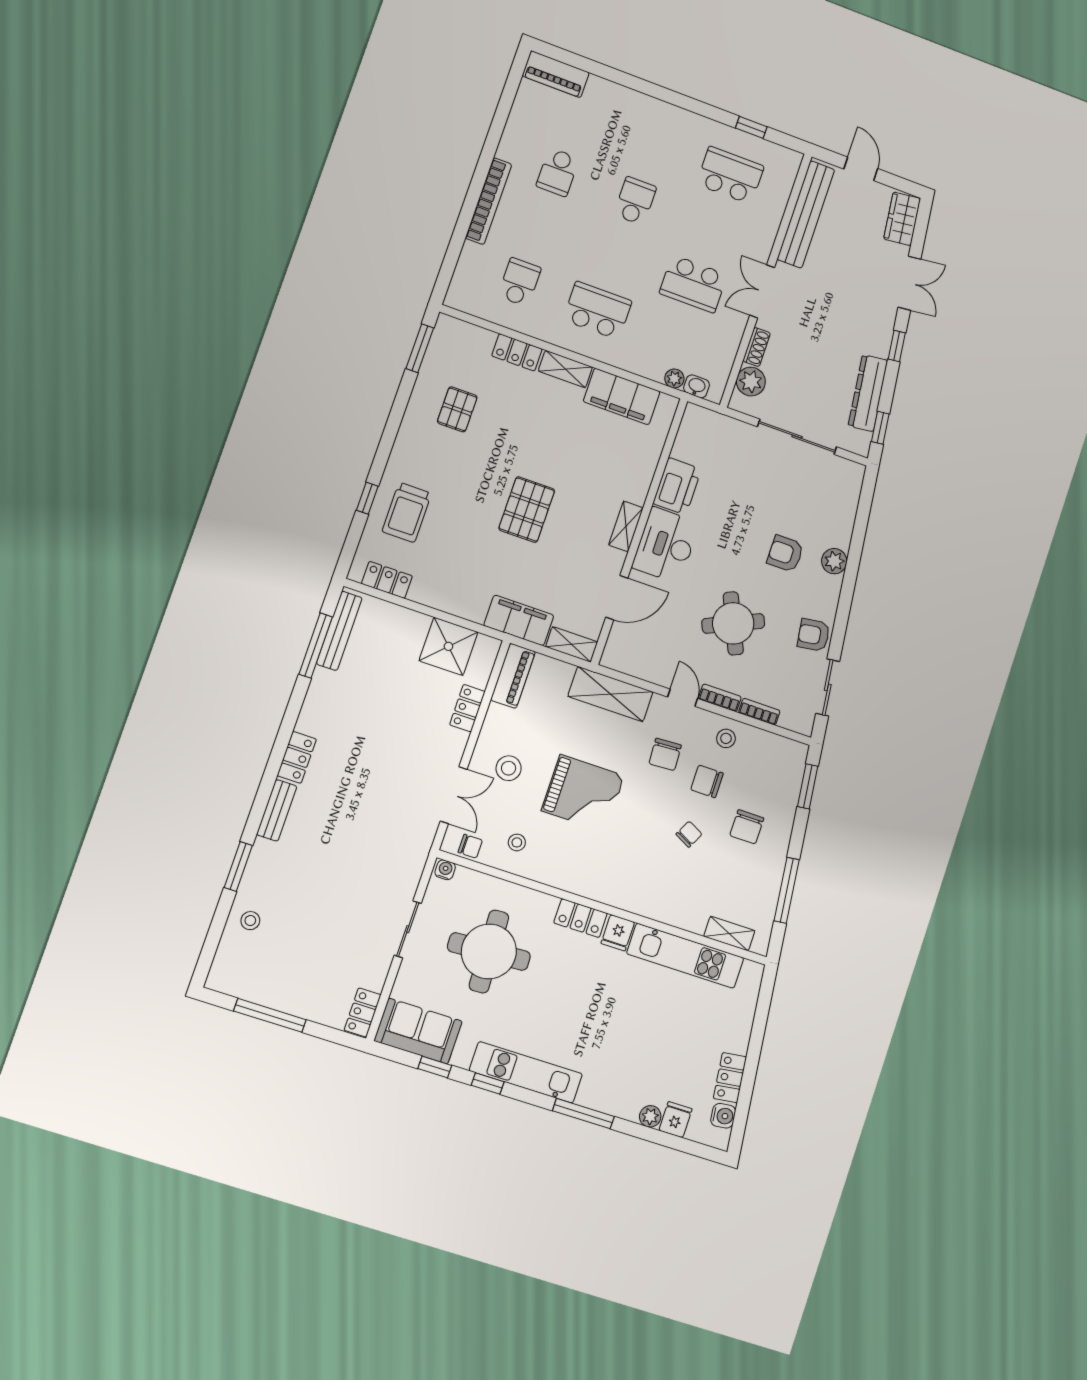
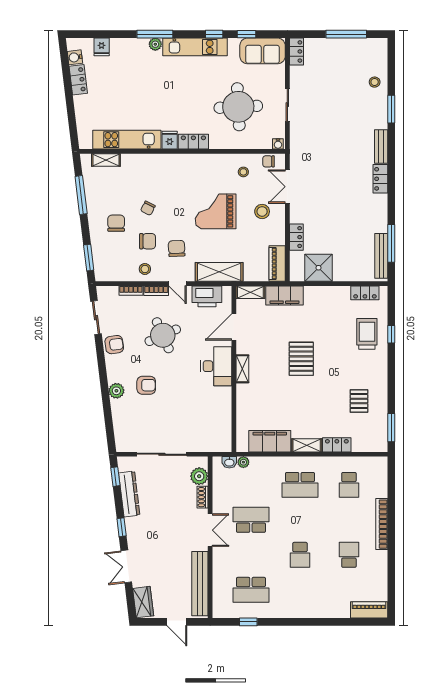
printer: (677, 486) -> (207, 296), moved, turned -90
plant: (650, 1116) -> (155, 44), moved

